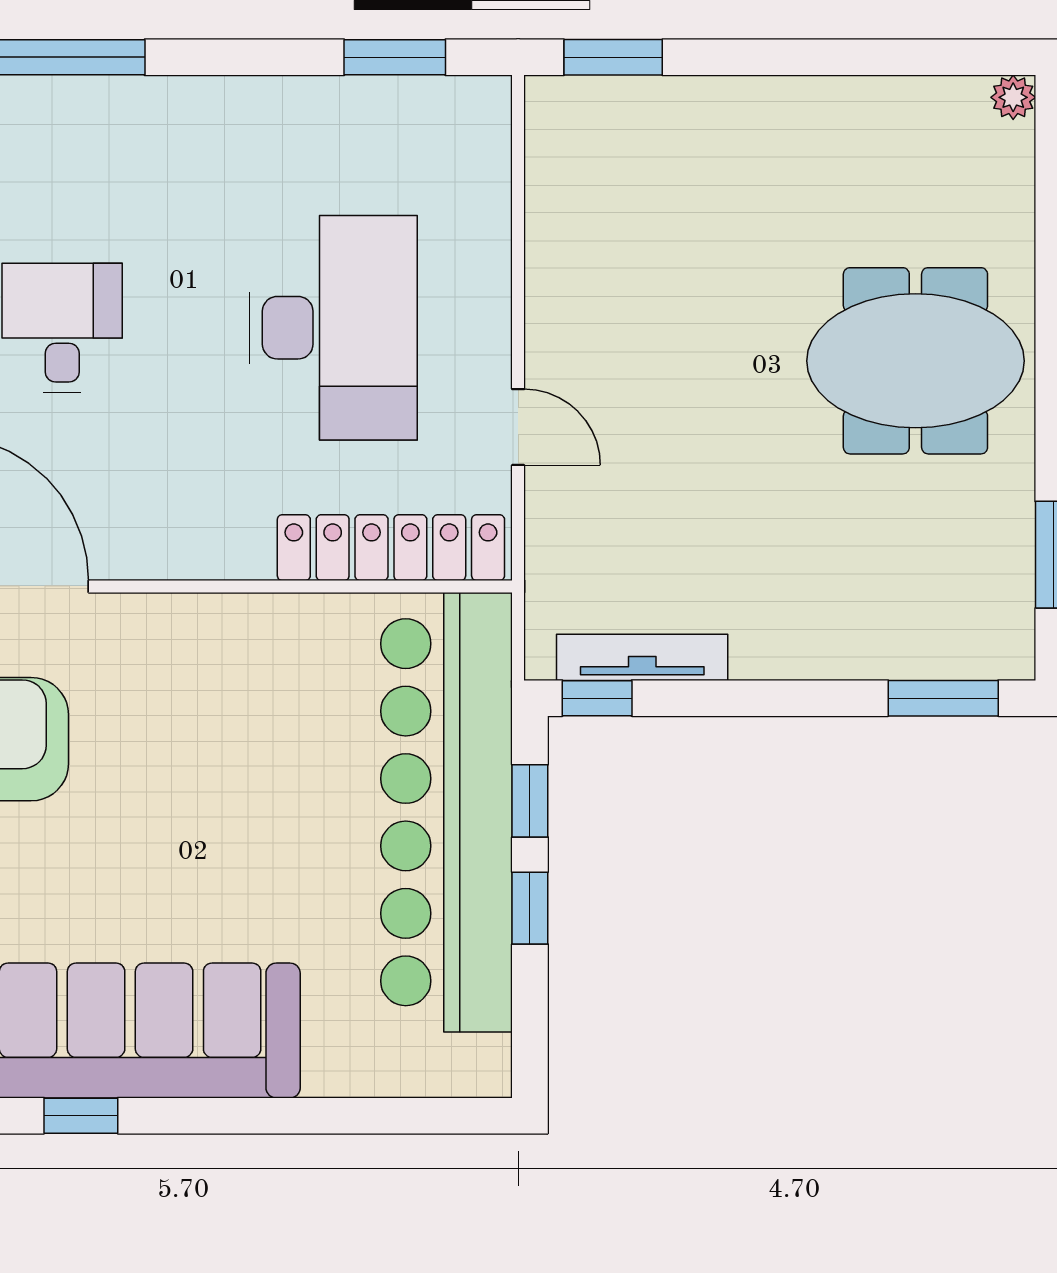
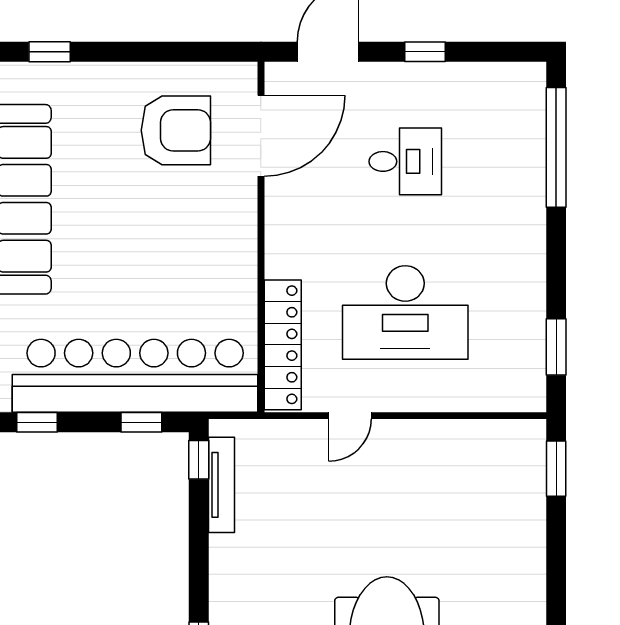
window: (530, 908) -> (37, 422), moved

